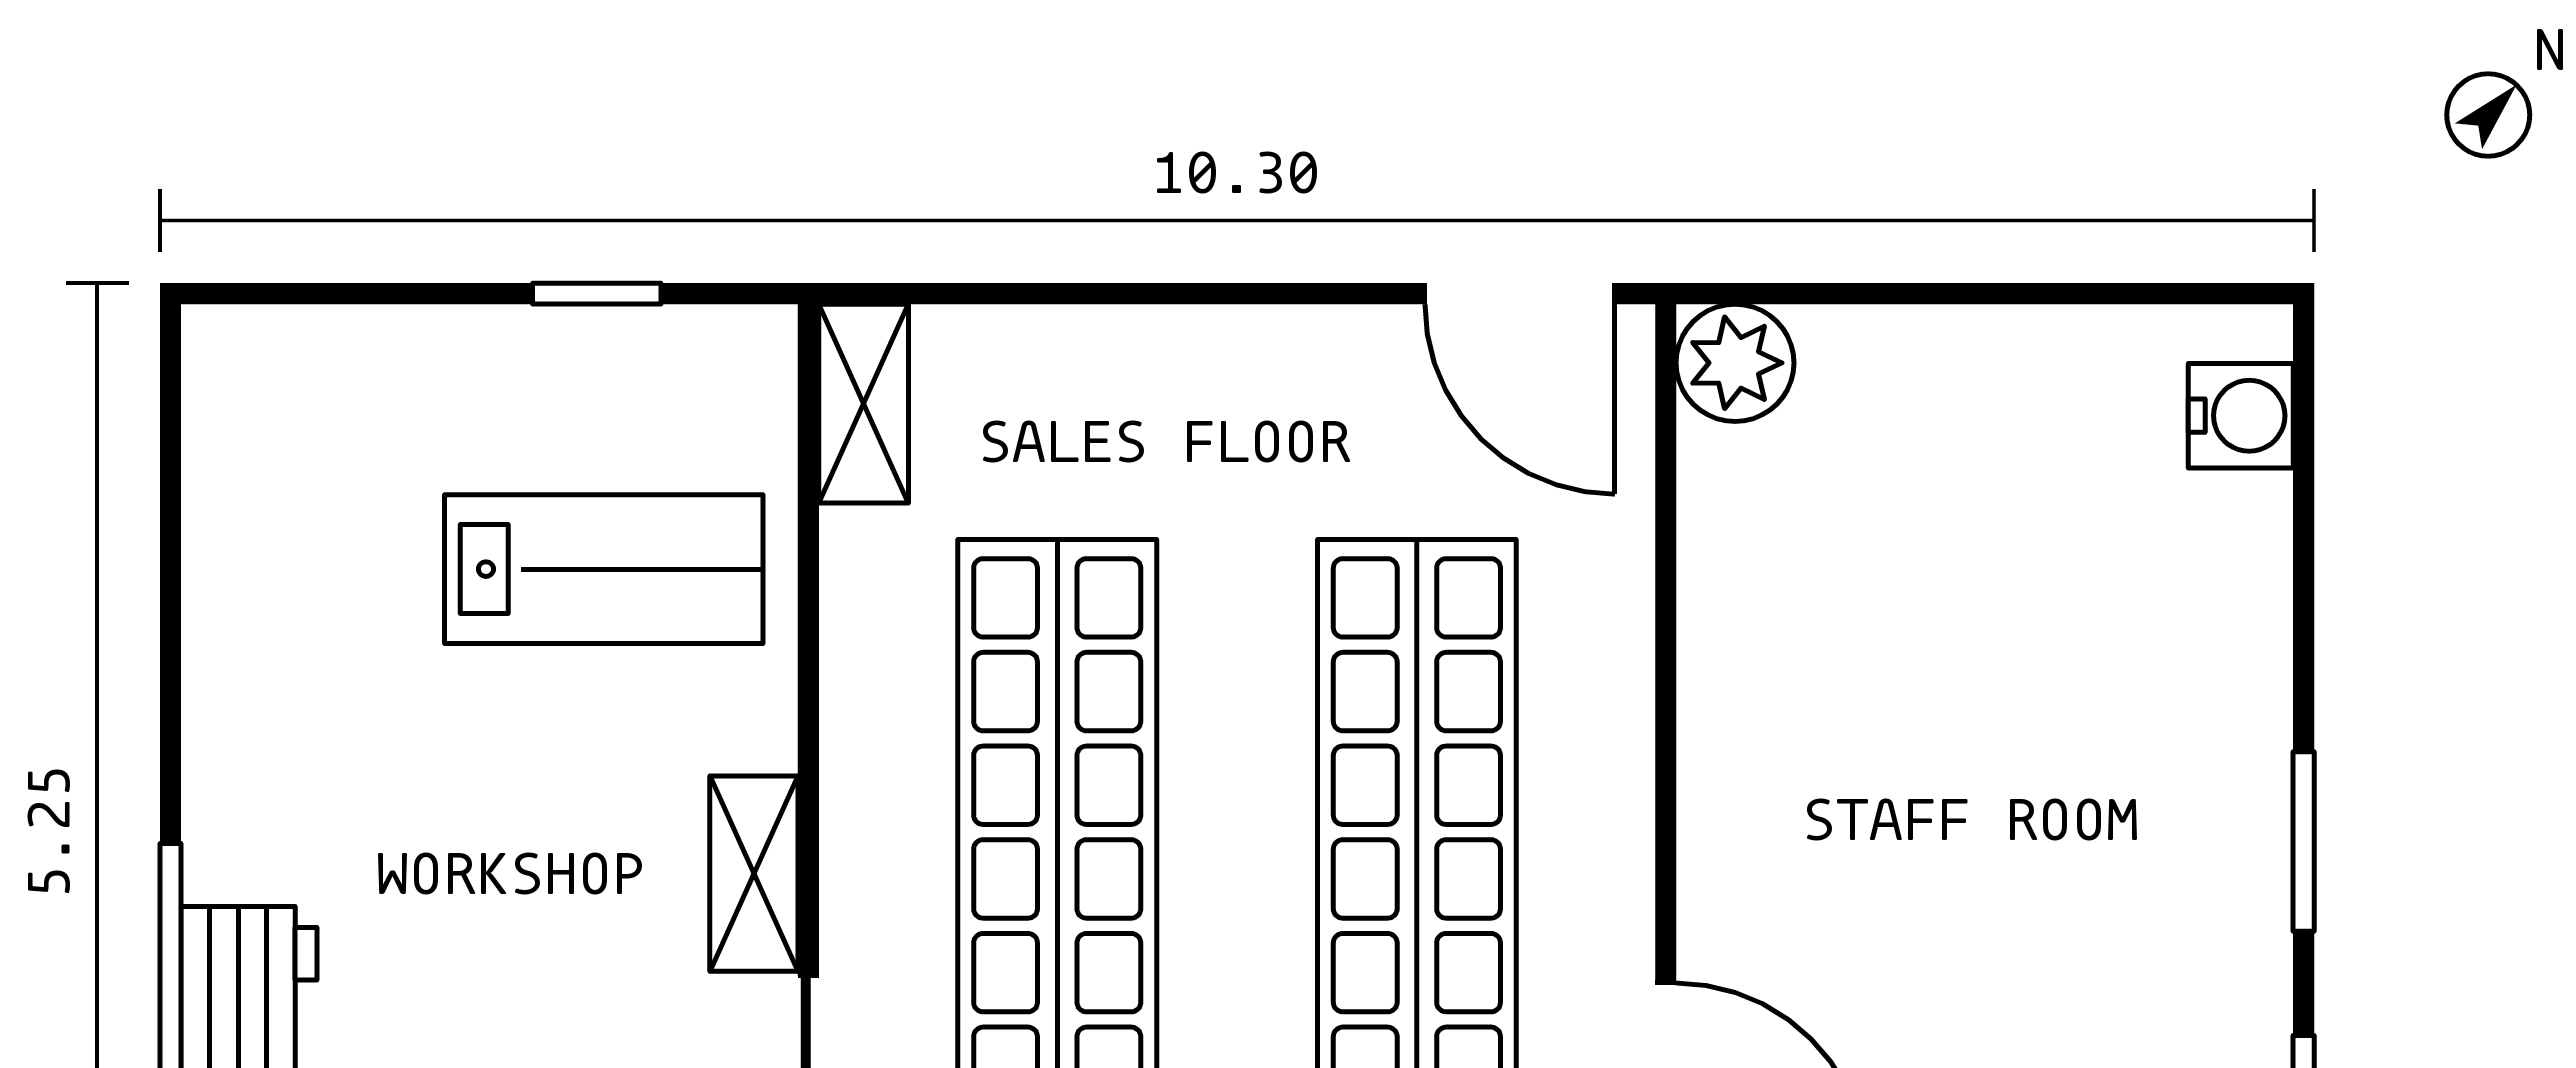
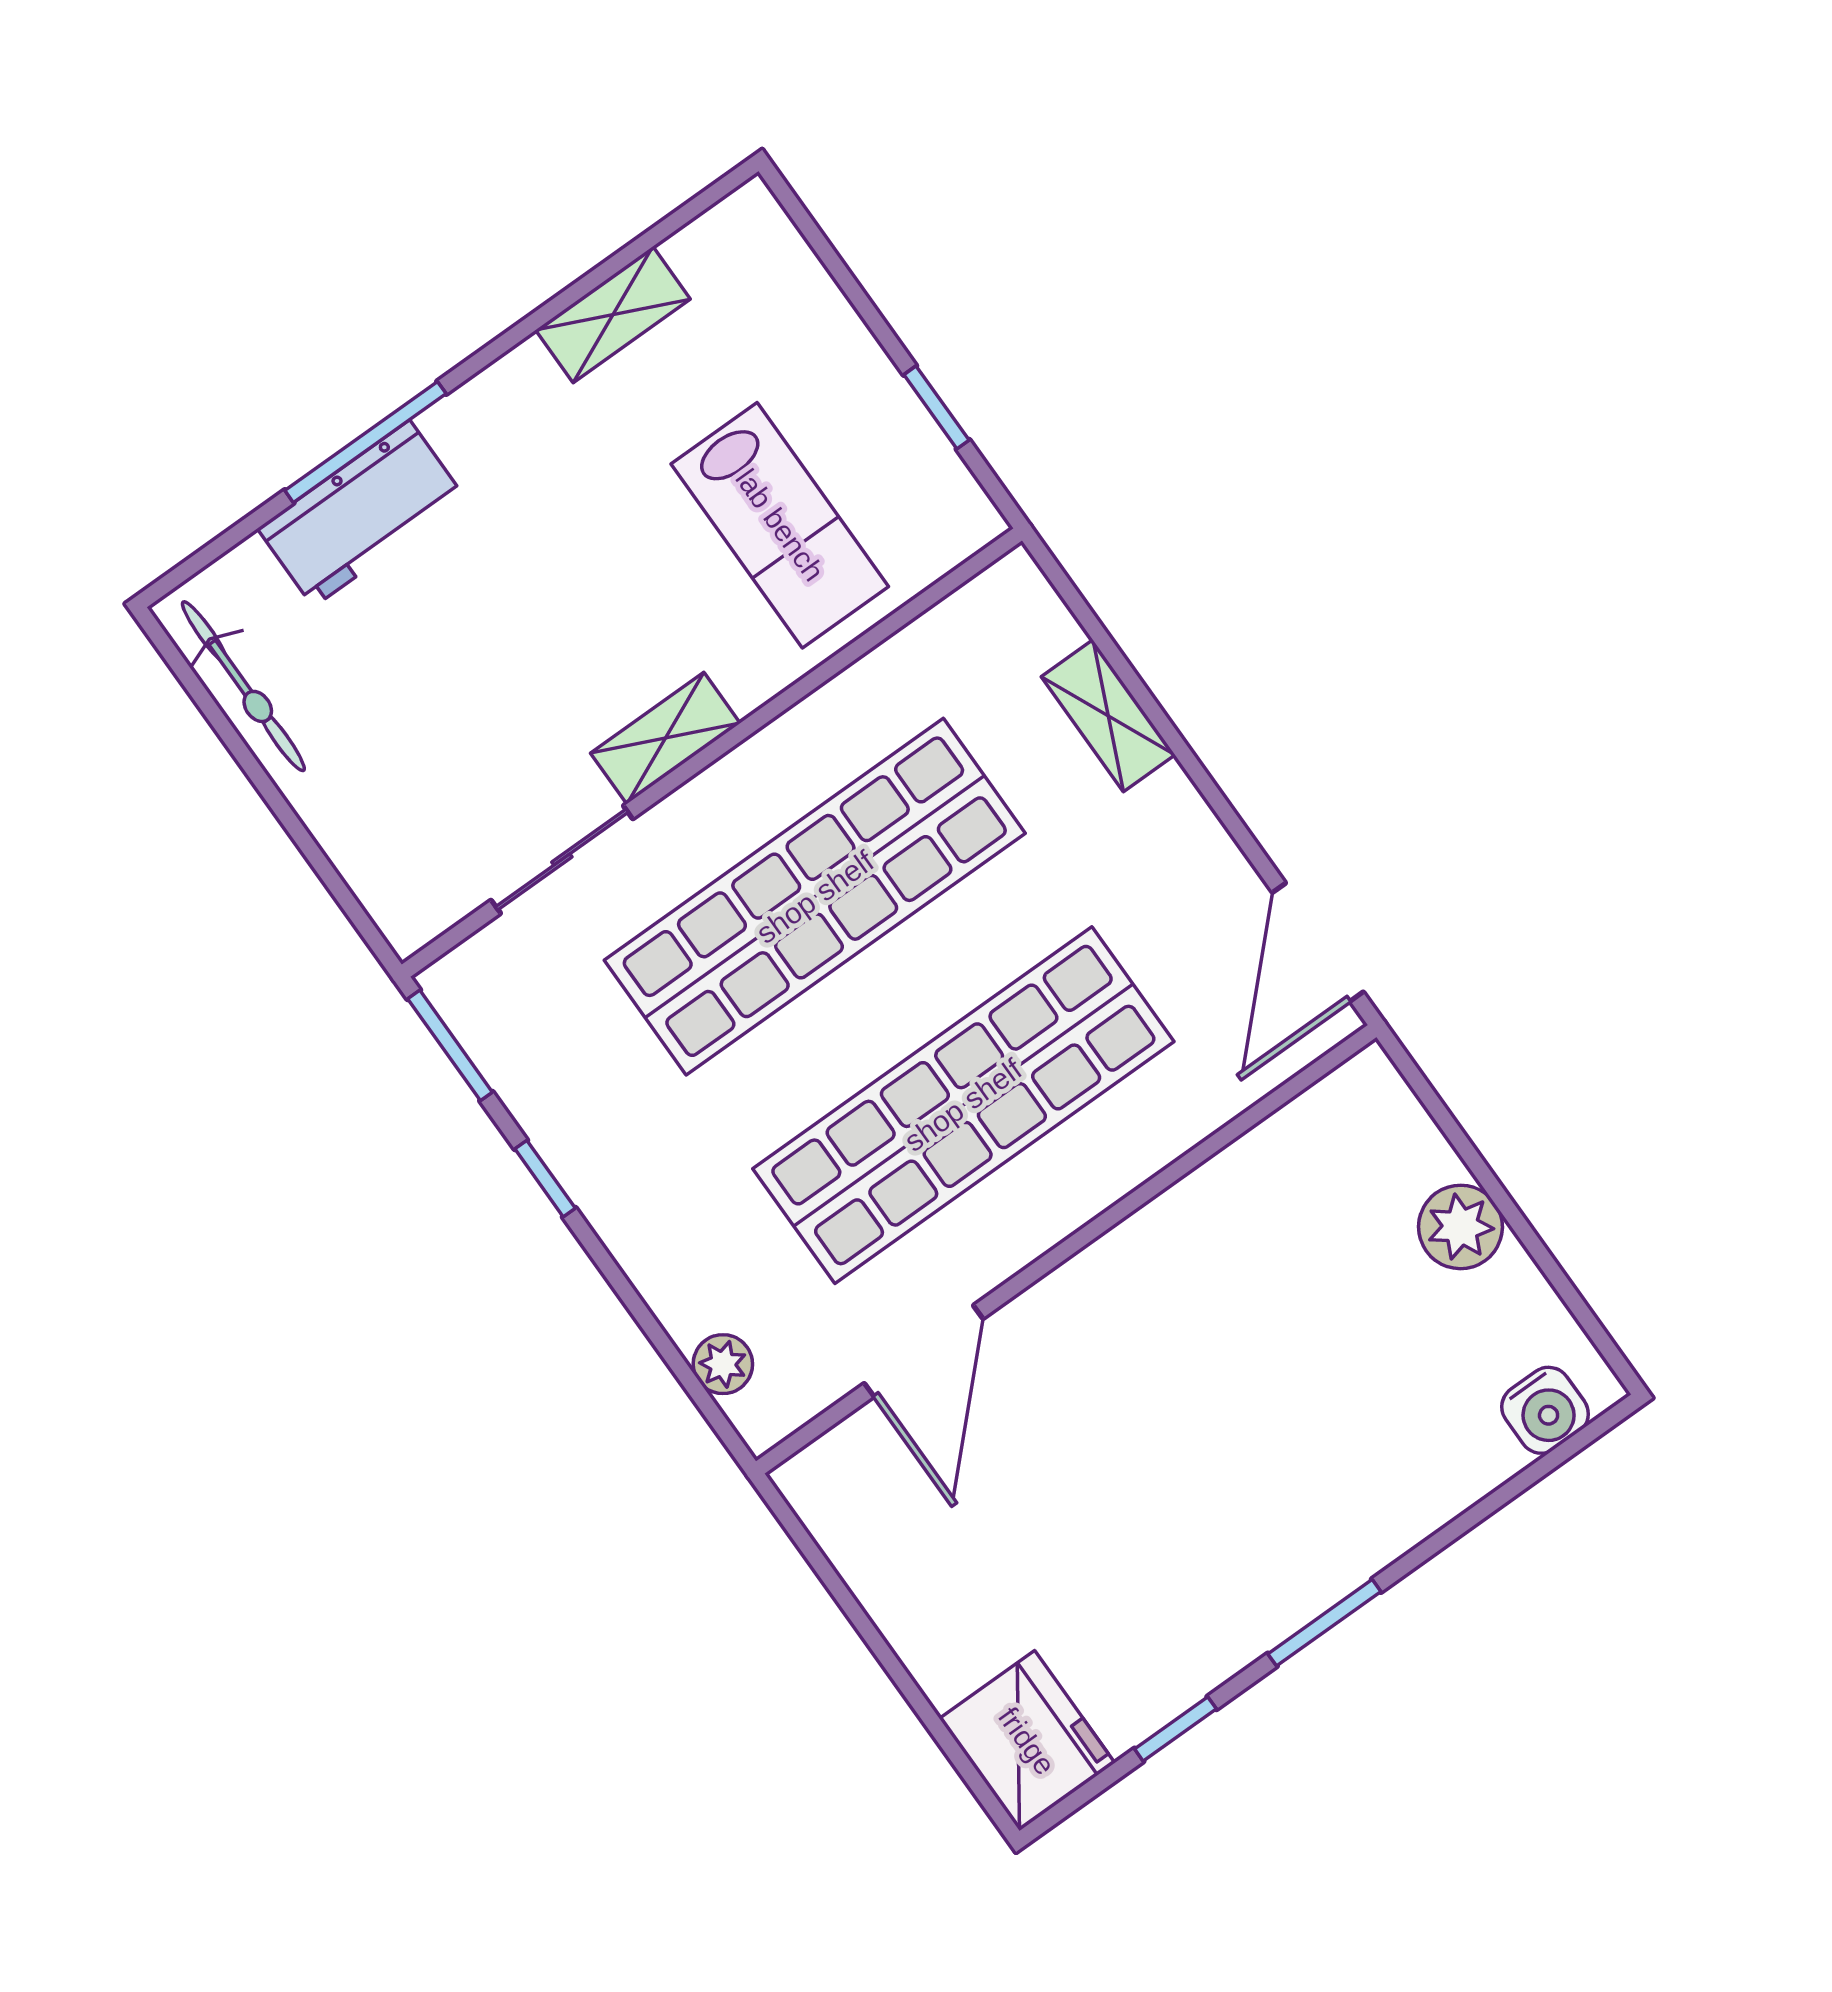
plant: (1735, 363) -> (1460, 1227), moved
shelving: (864, 404) -> (1108, 716), moved, turned 90
shelving: (226, 588) -> (613, 315), added

